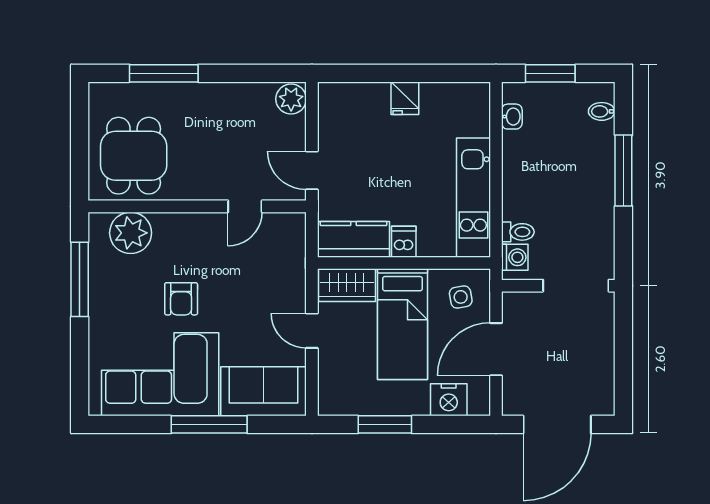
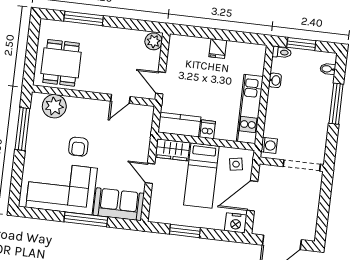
washbasin: (512, 117) -> (275, 80), moved
toilet: (518, 232) -> (282, 52), moved
nightstand: (449, 400) -> (236, 223), moved

